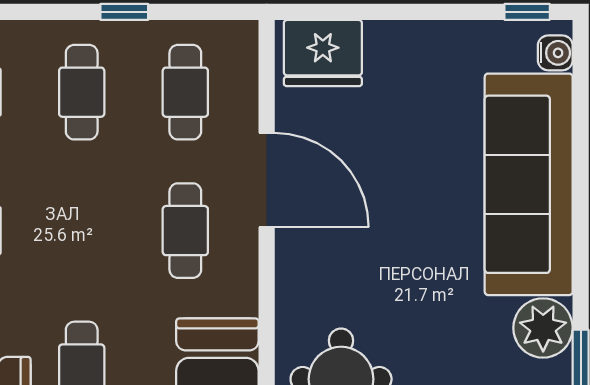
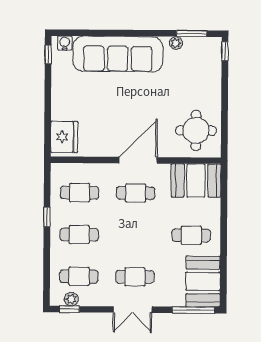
door: (267, 180) -> (138, 160), moved
plant: (543, 328) -> (176, 43), width x0.53, depth x0.53

